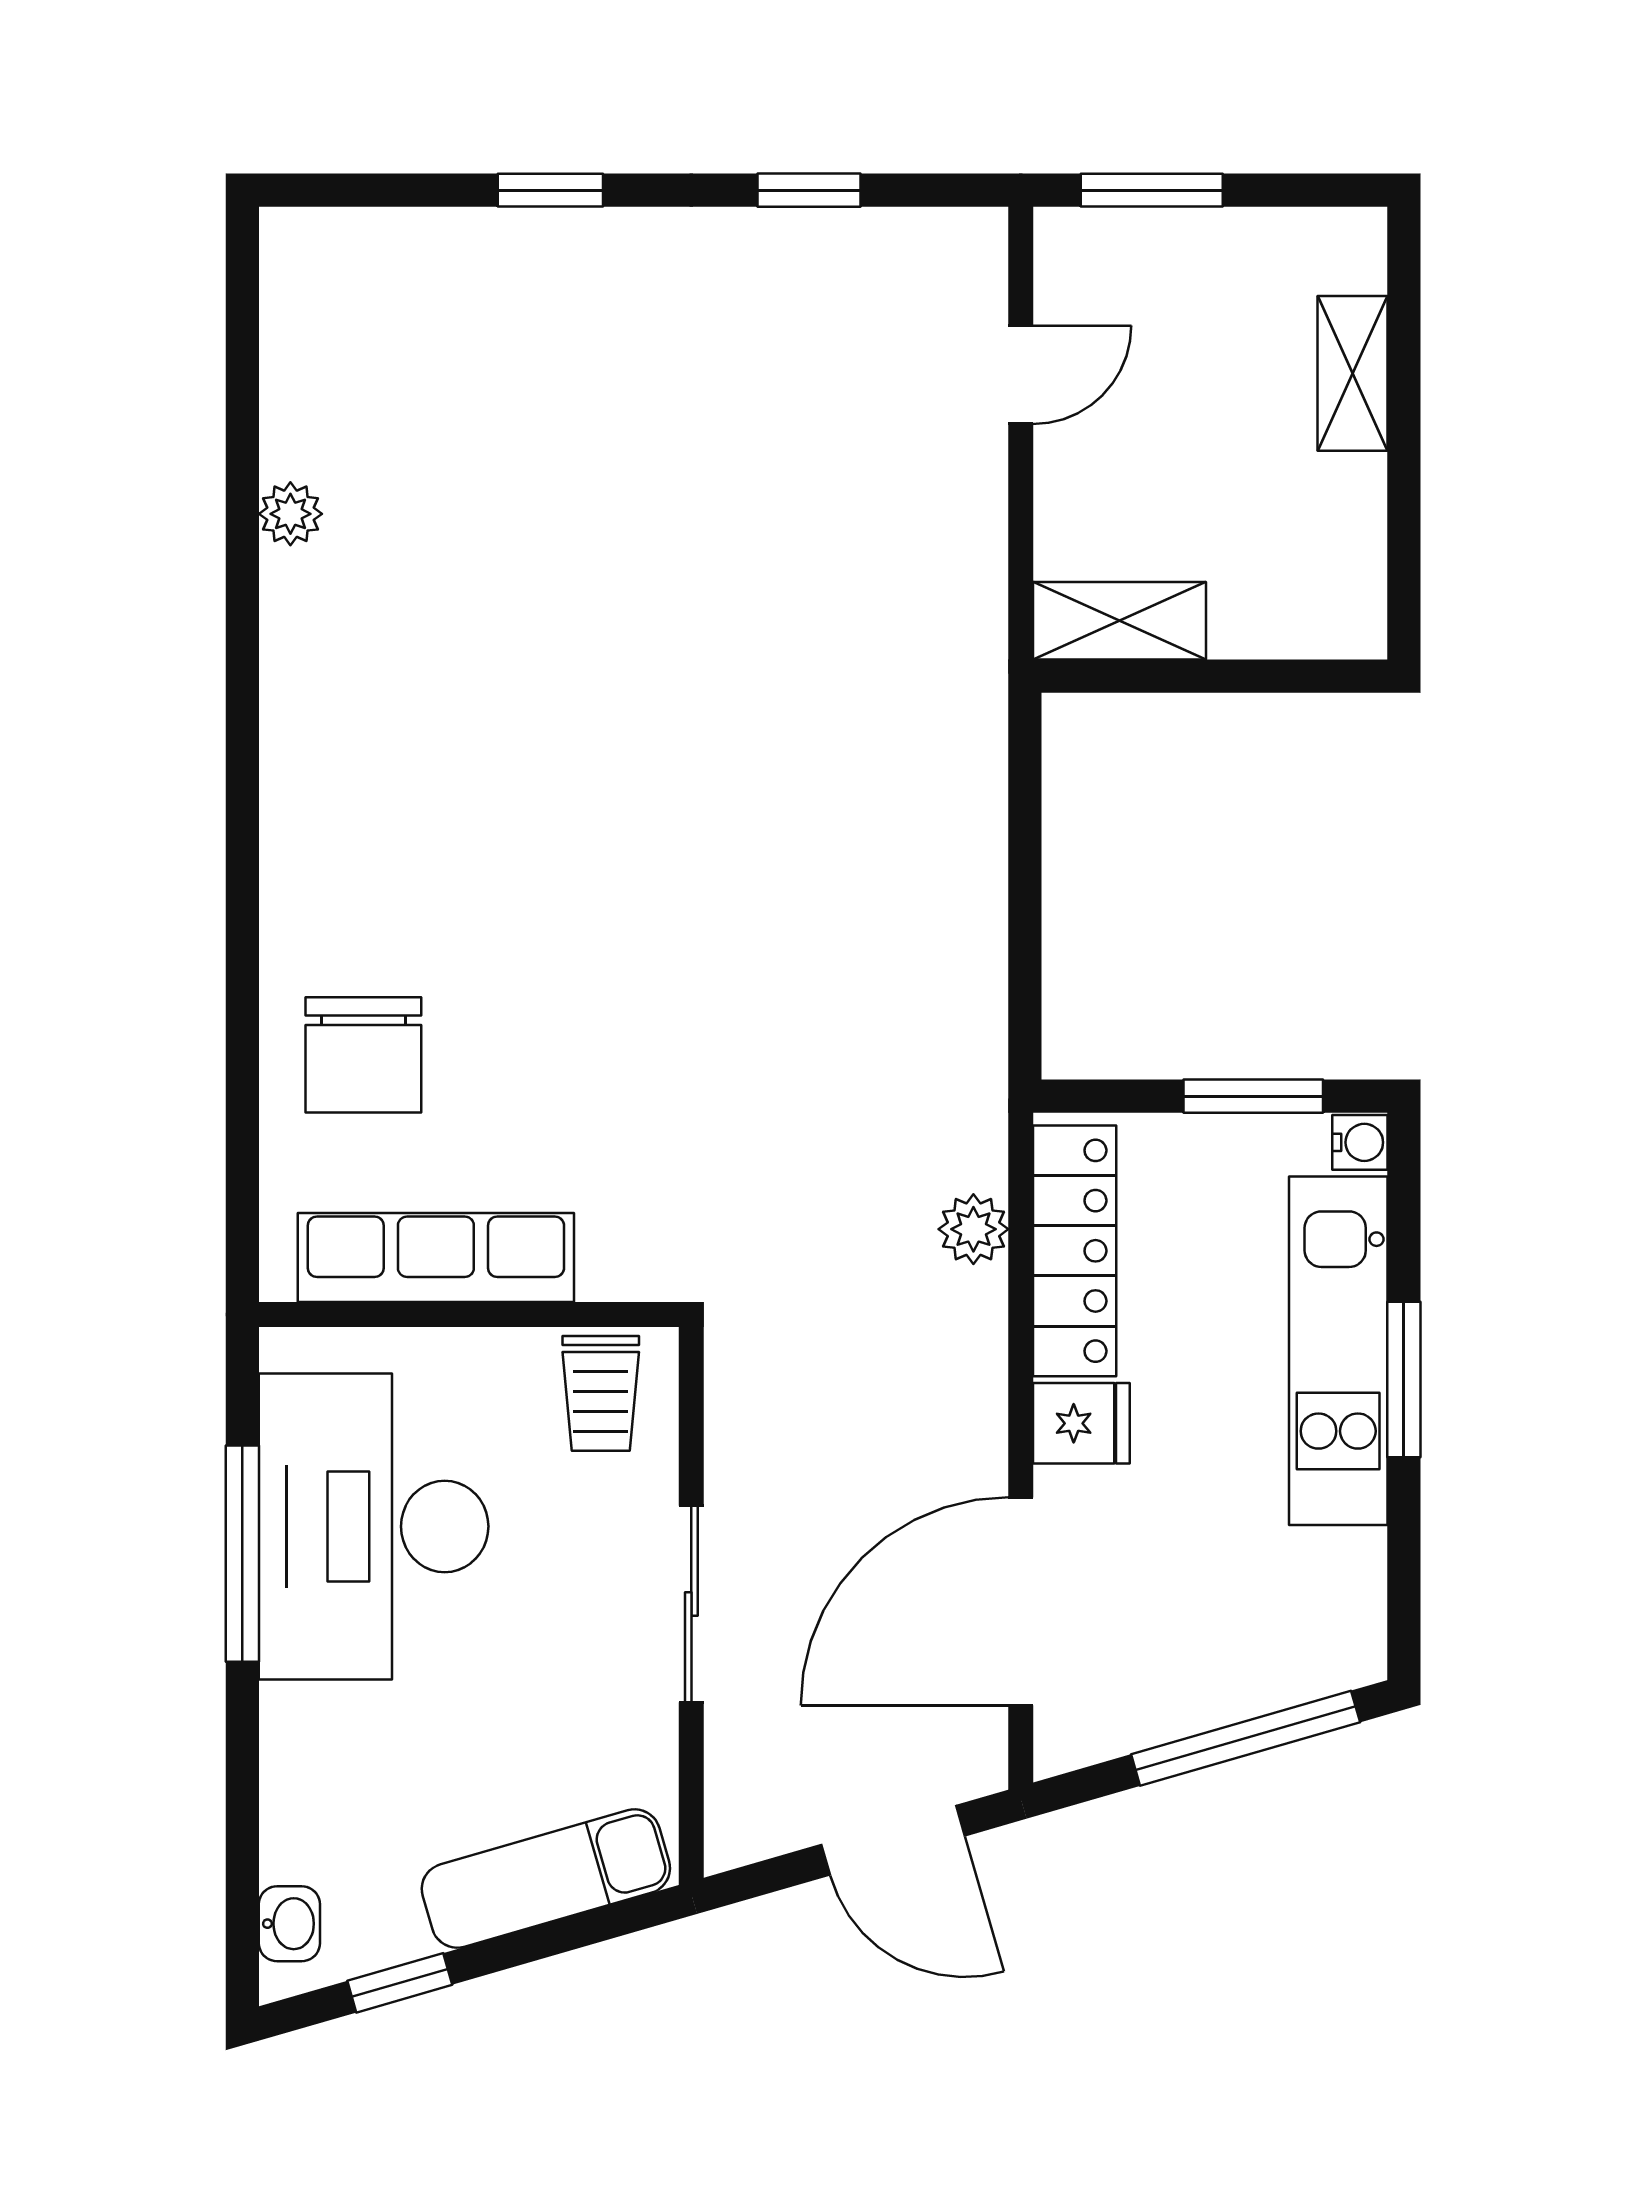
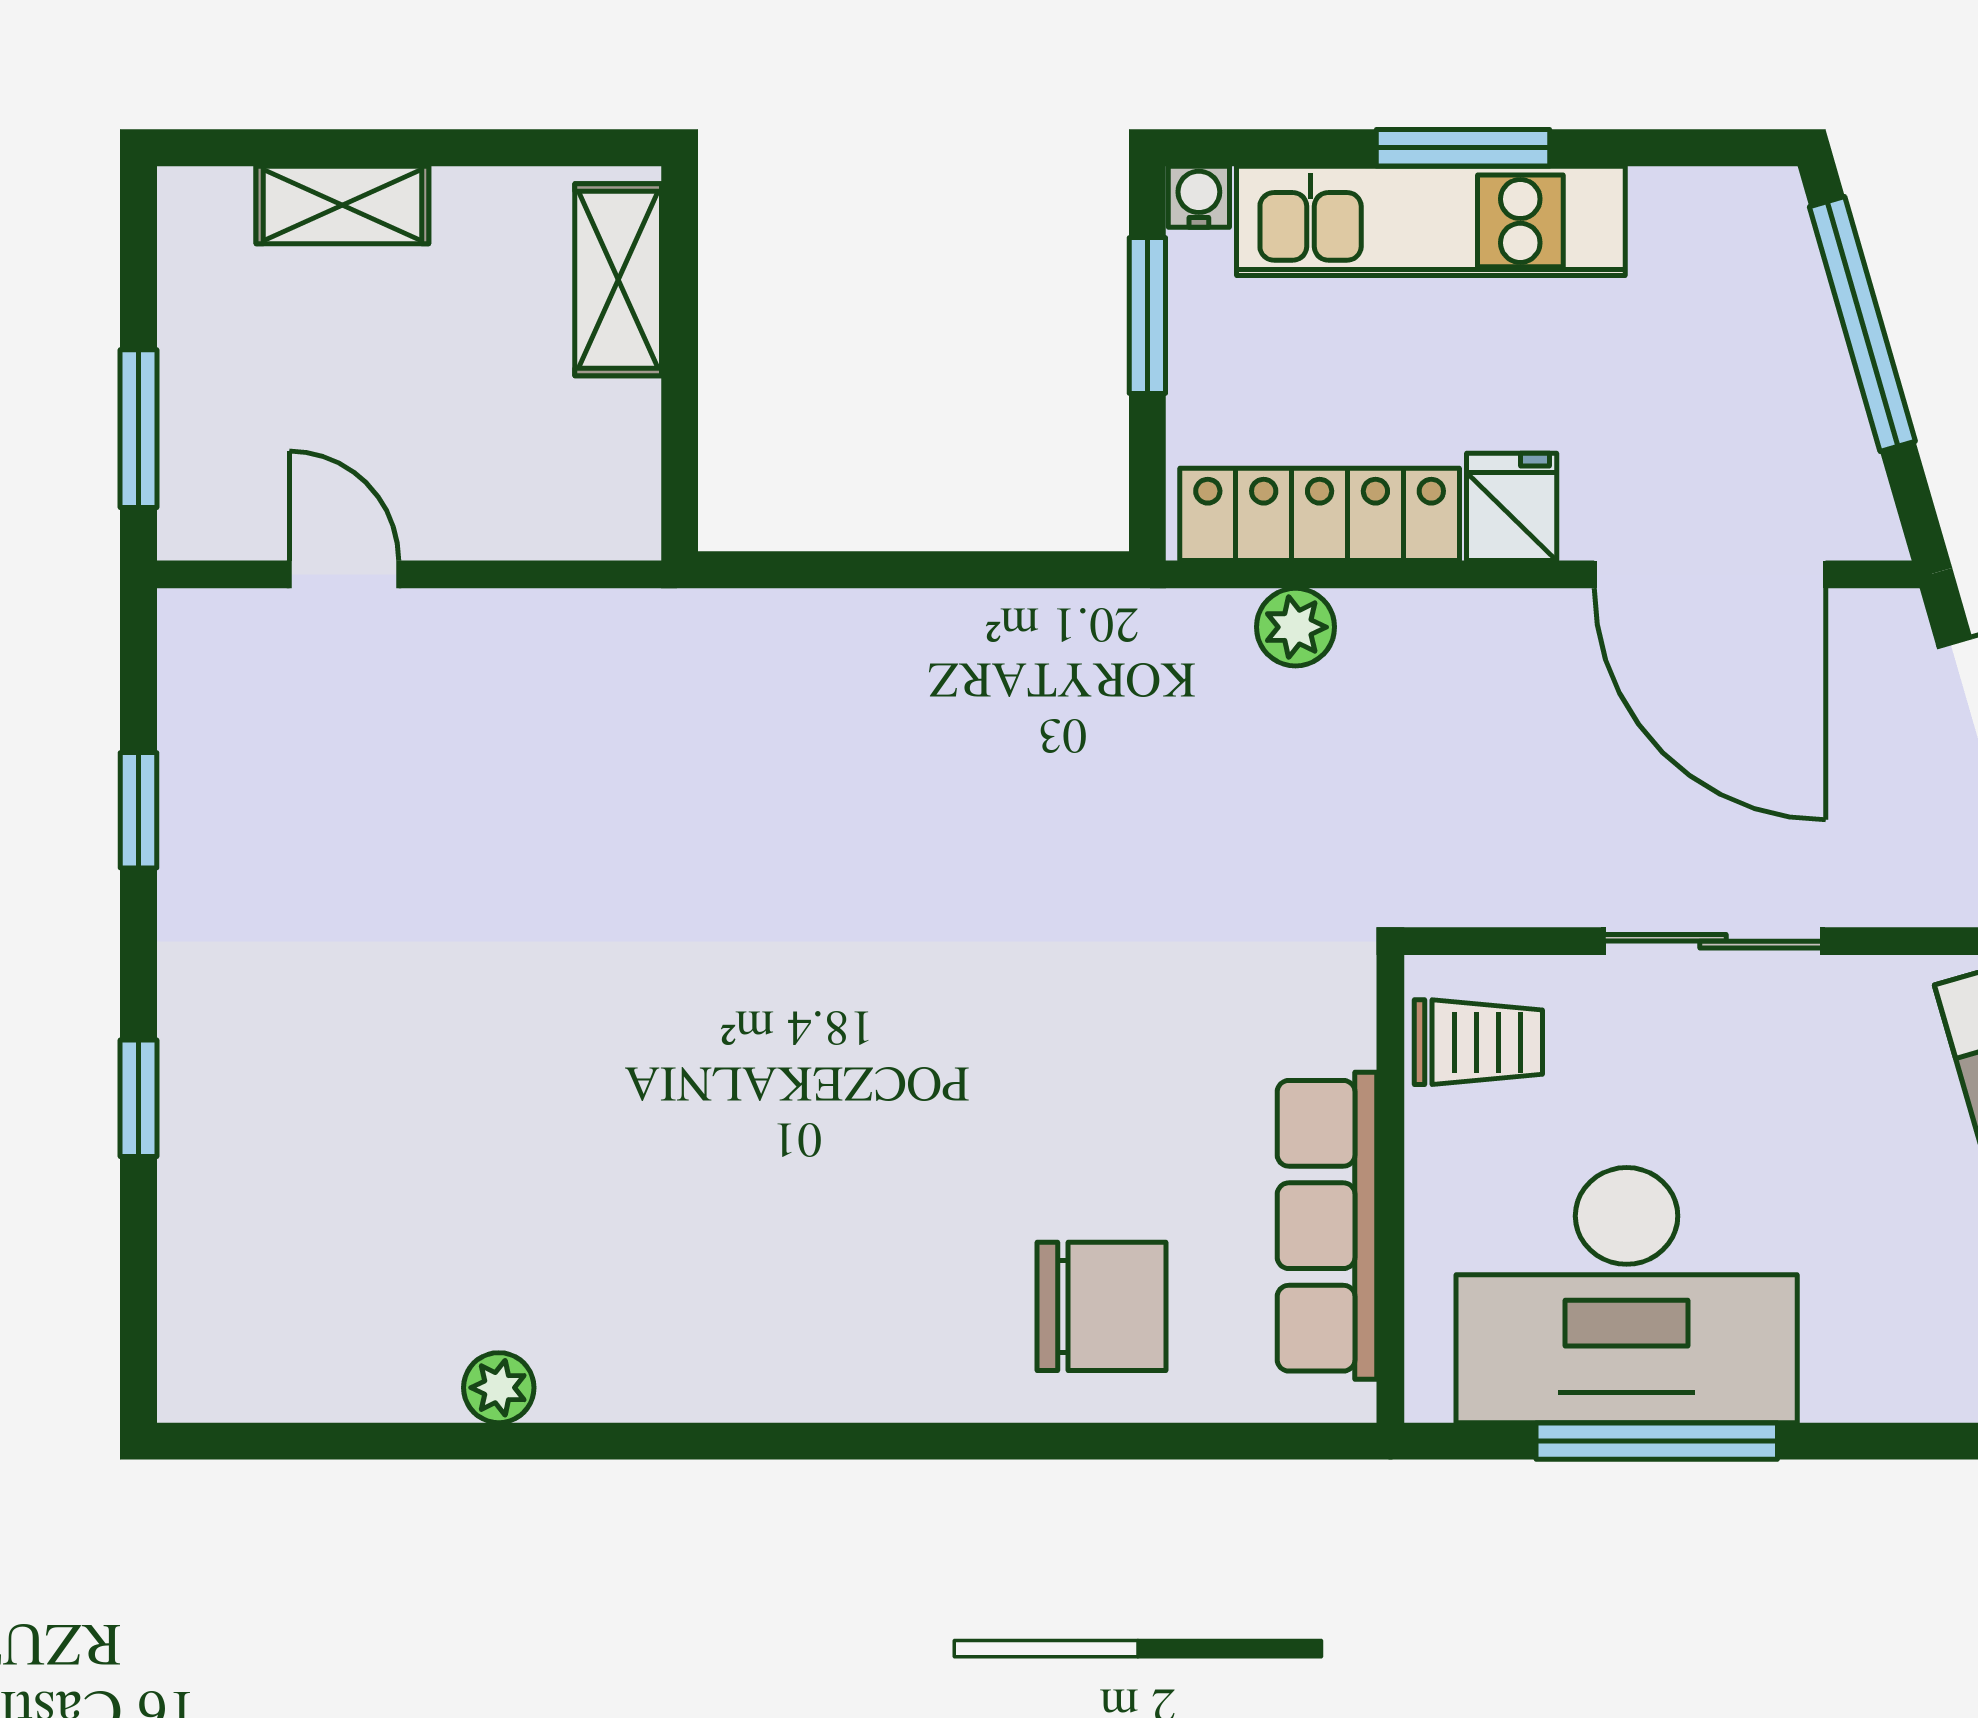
shelving: (1119, 621) -> (618, 280), moved

